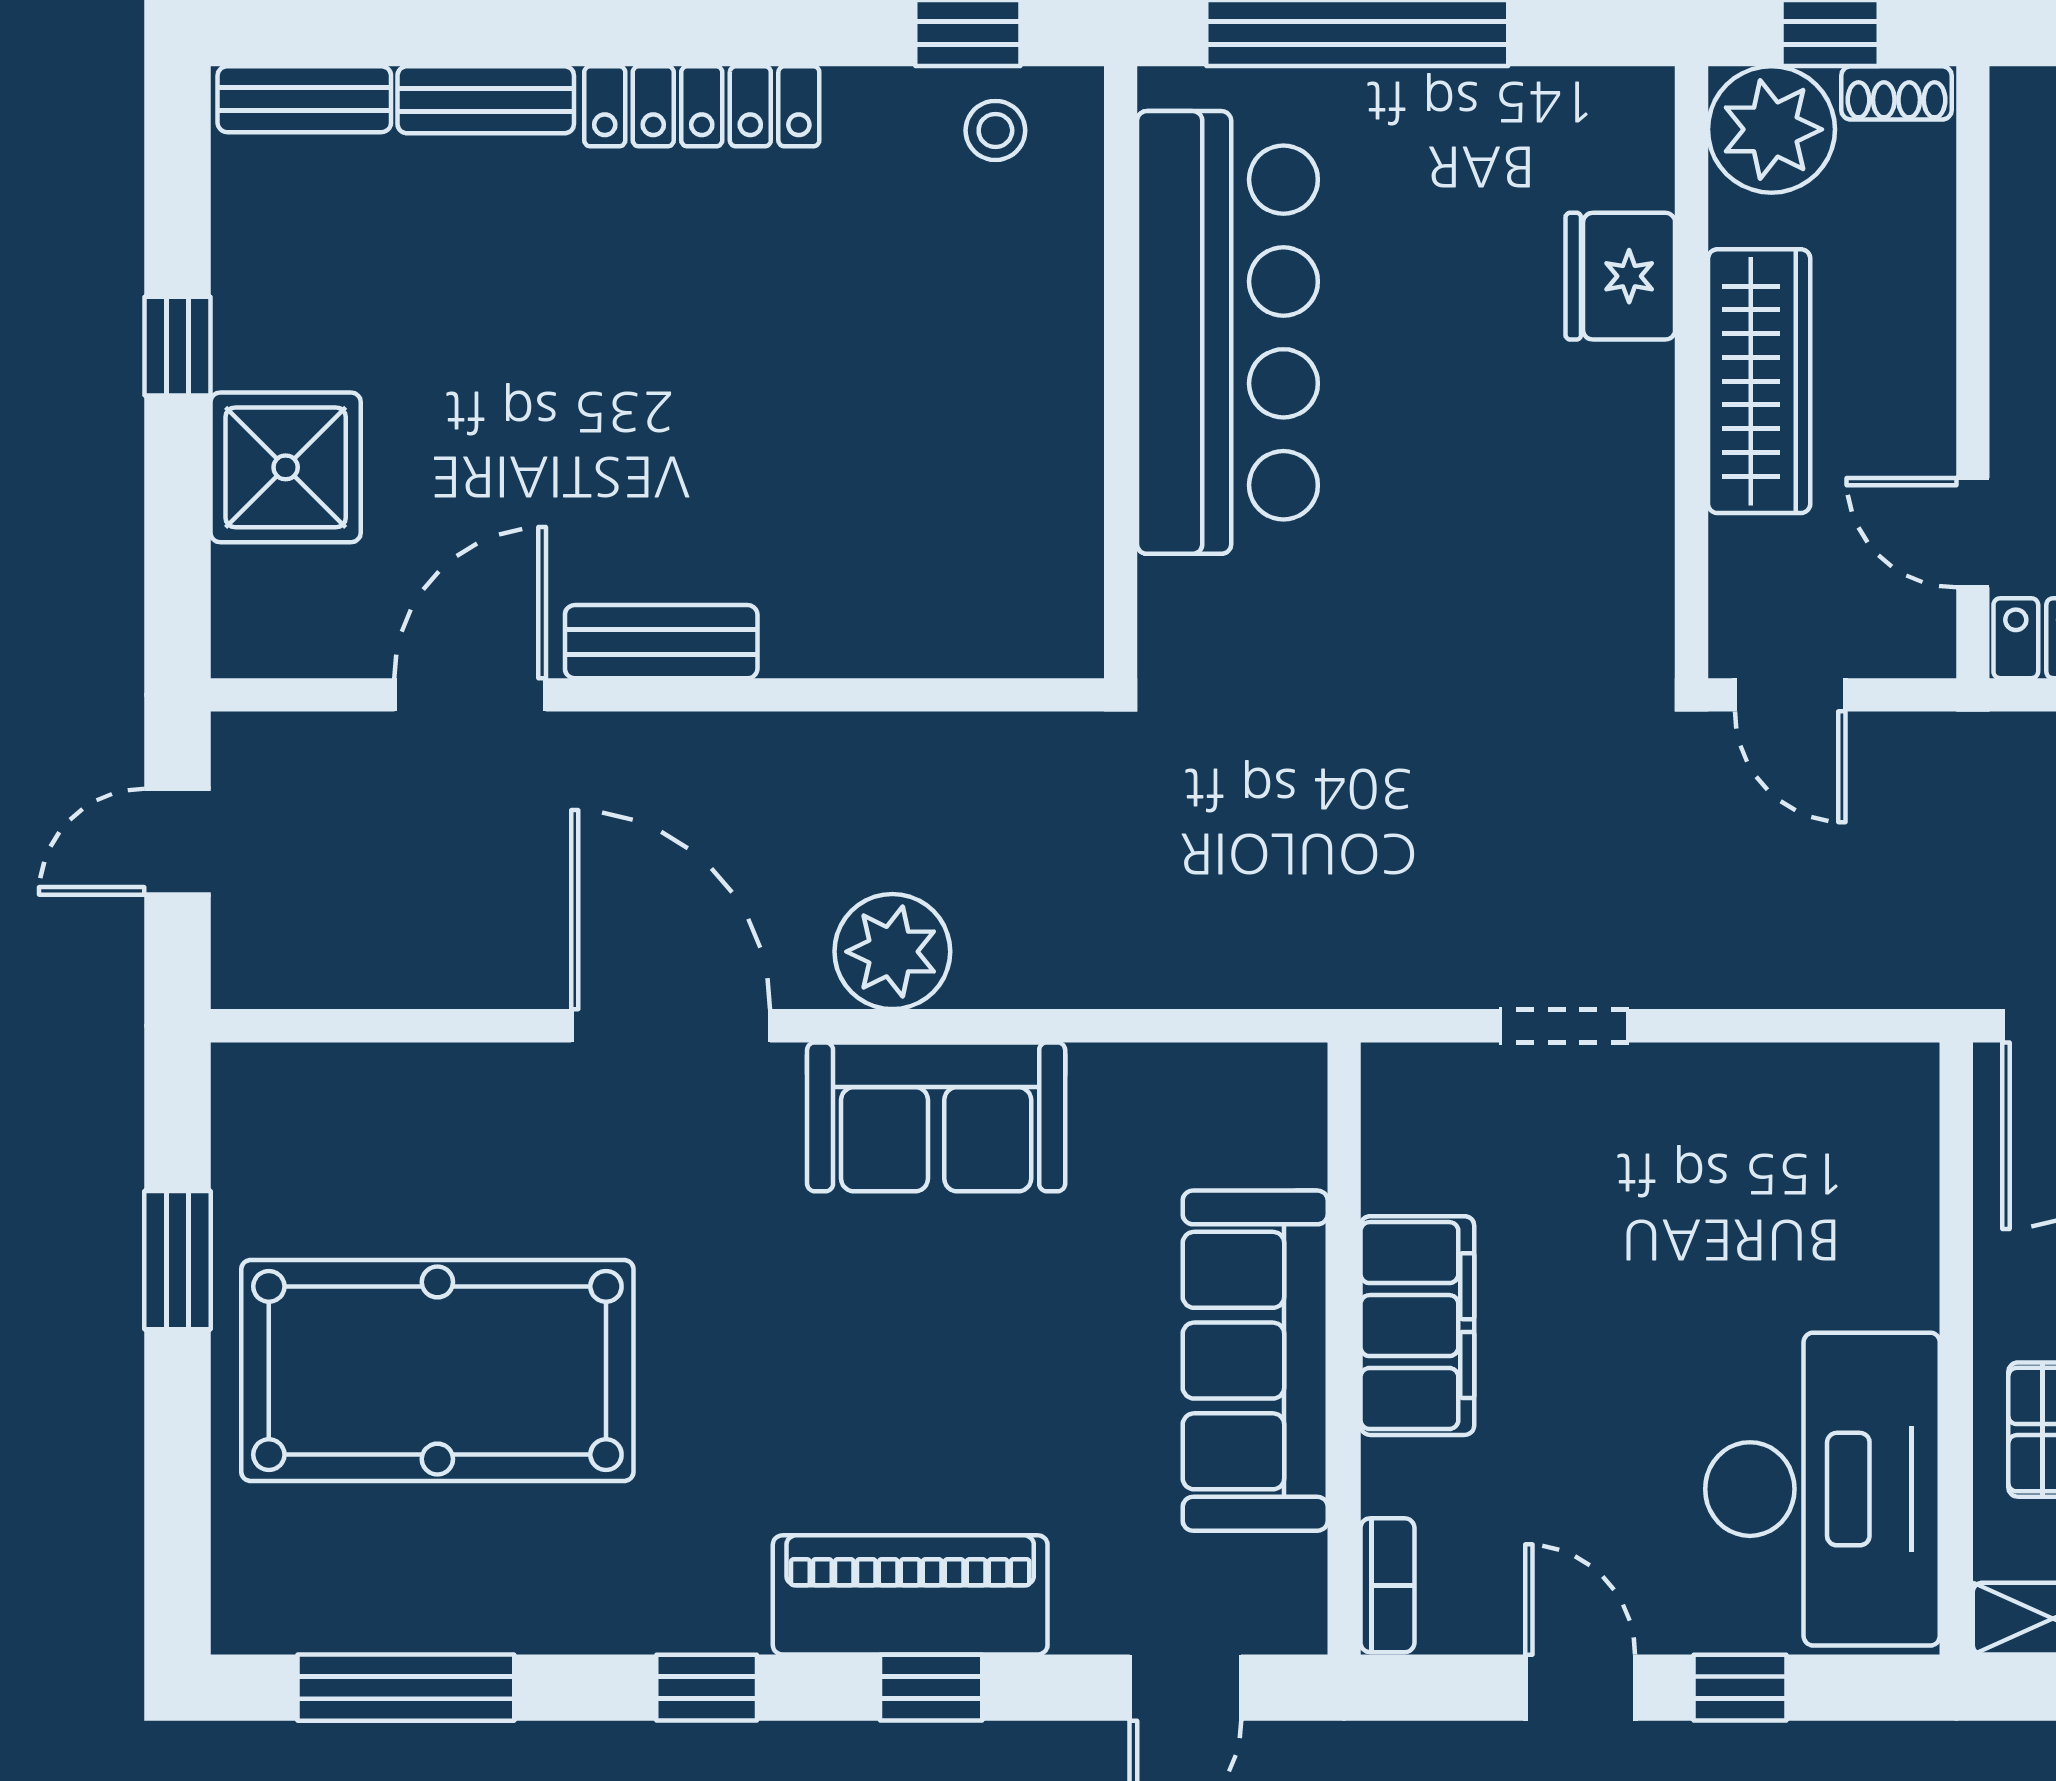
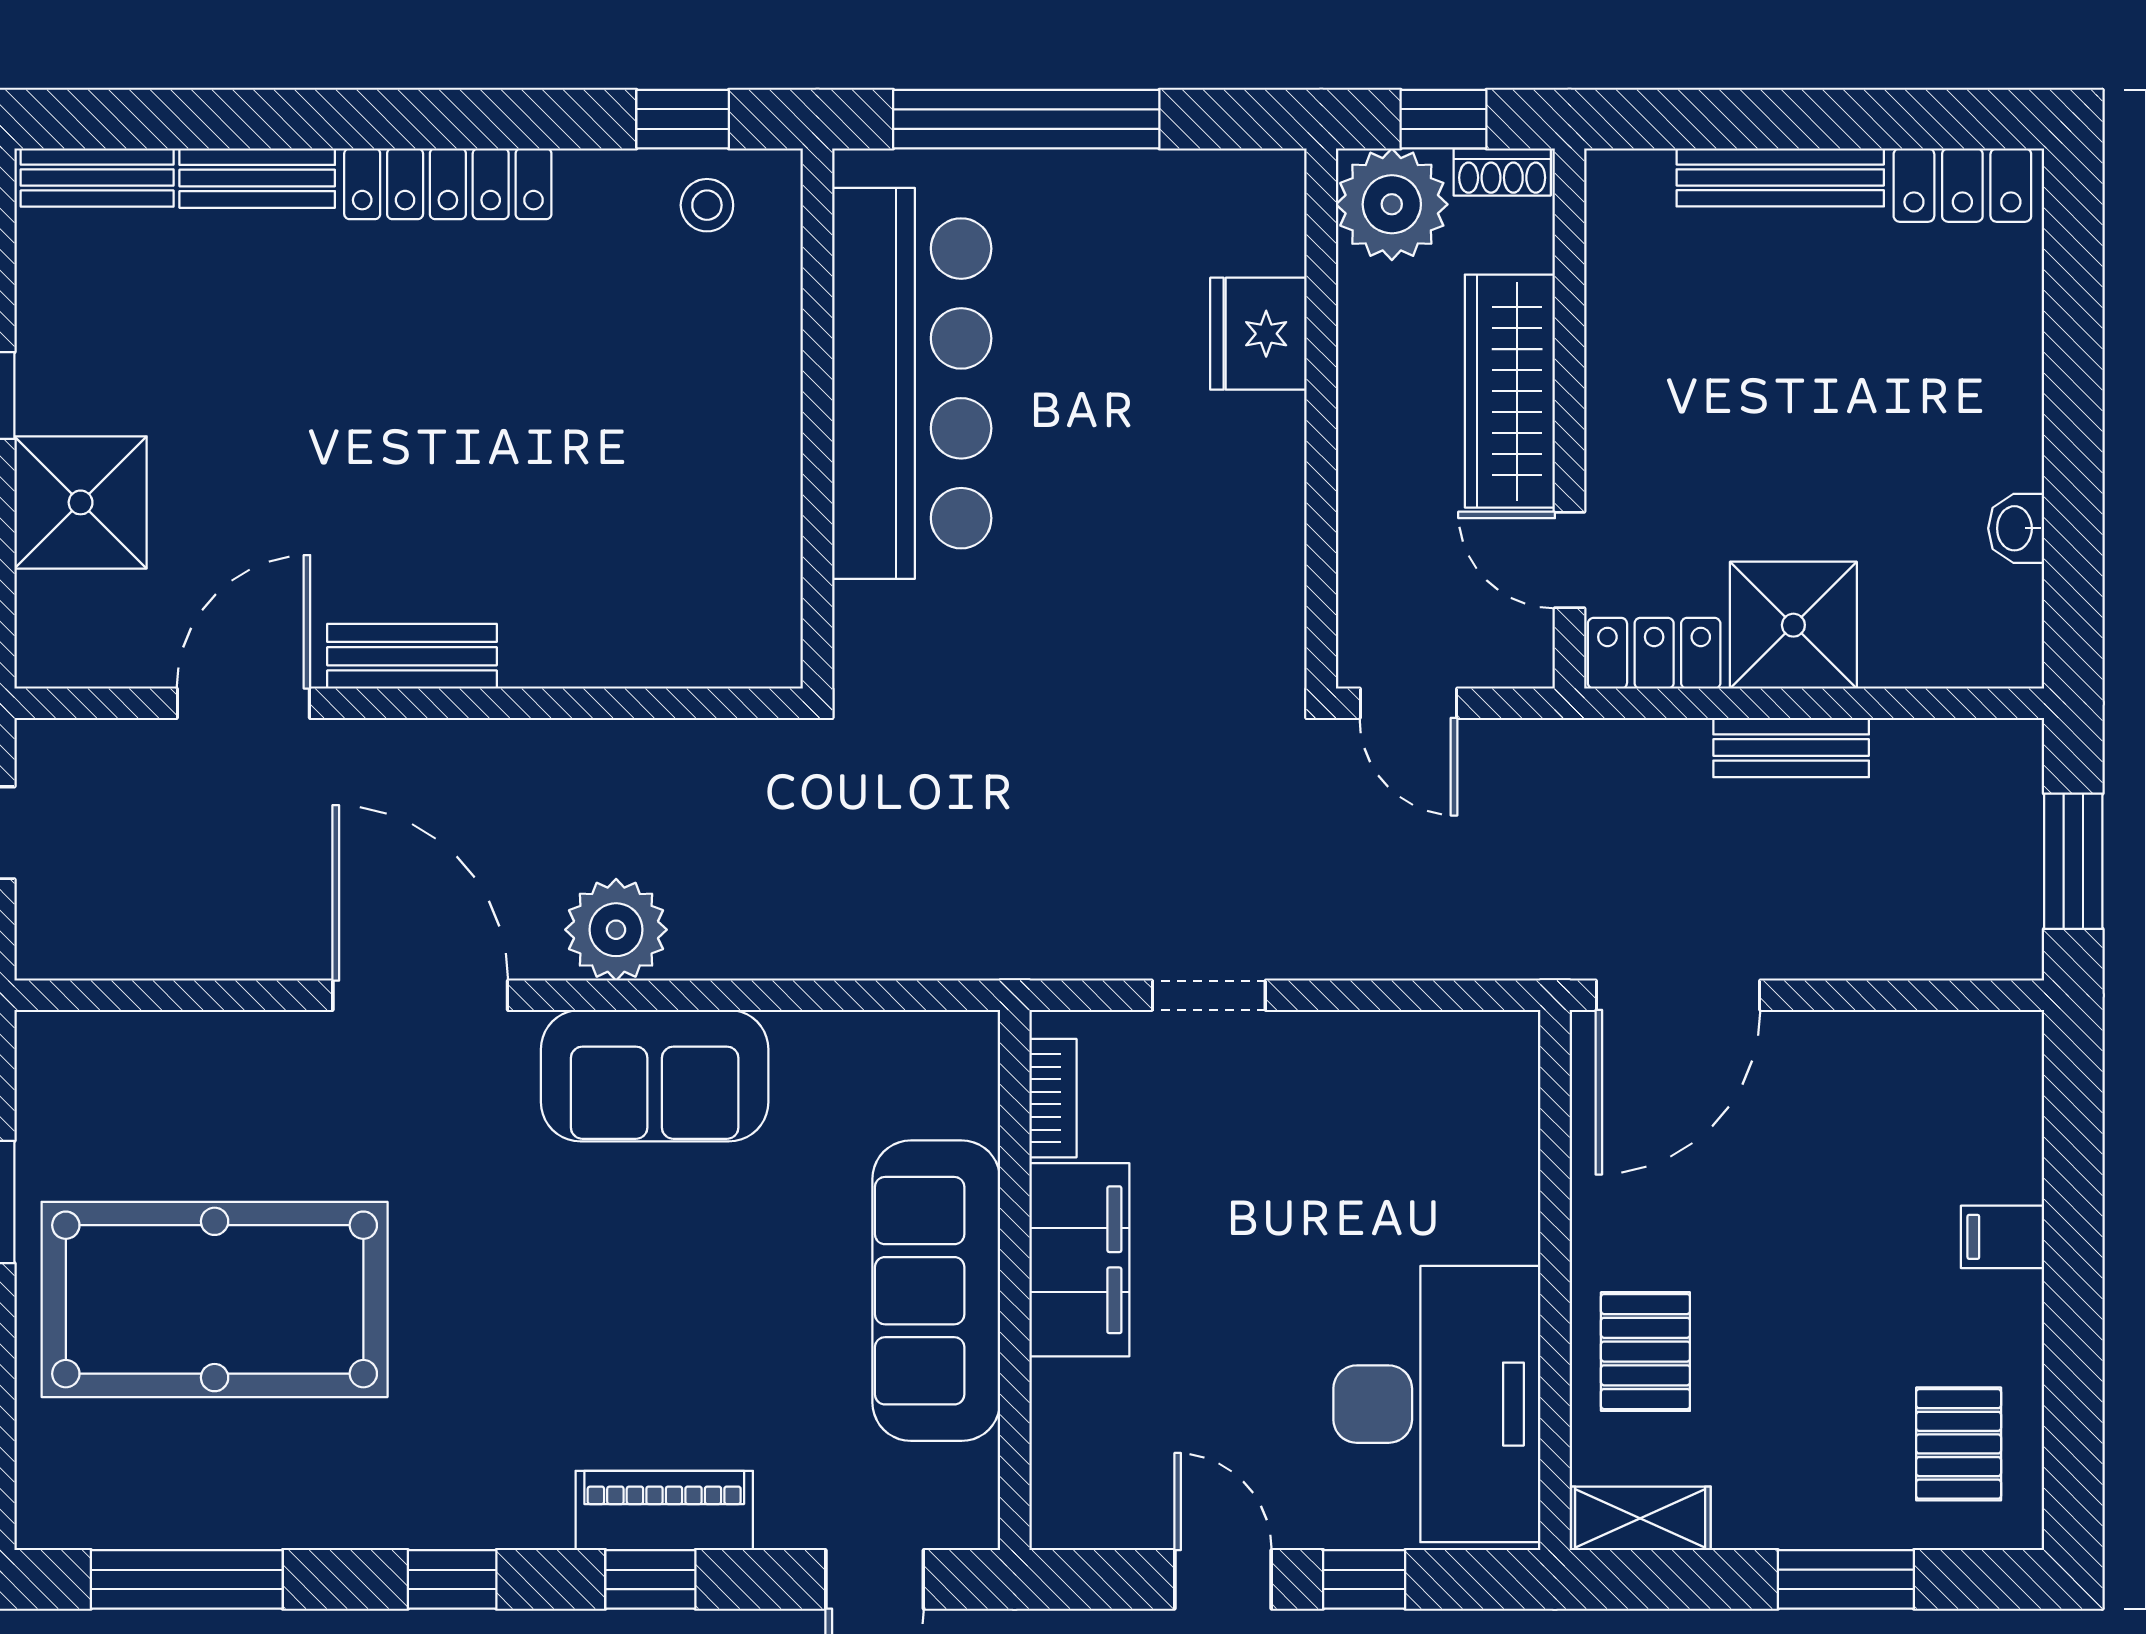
wardrobe: (1759, 381) -> (1510, 391), moved, turned 180
bookcase: (1387, 1585) -> (1053, 1098), moved
piano: (910, 1595) -> (664, 1510), width x0.73, depth x0.75

